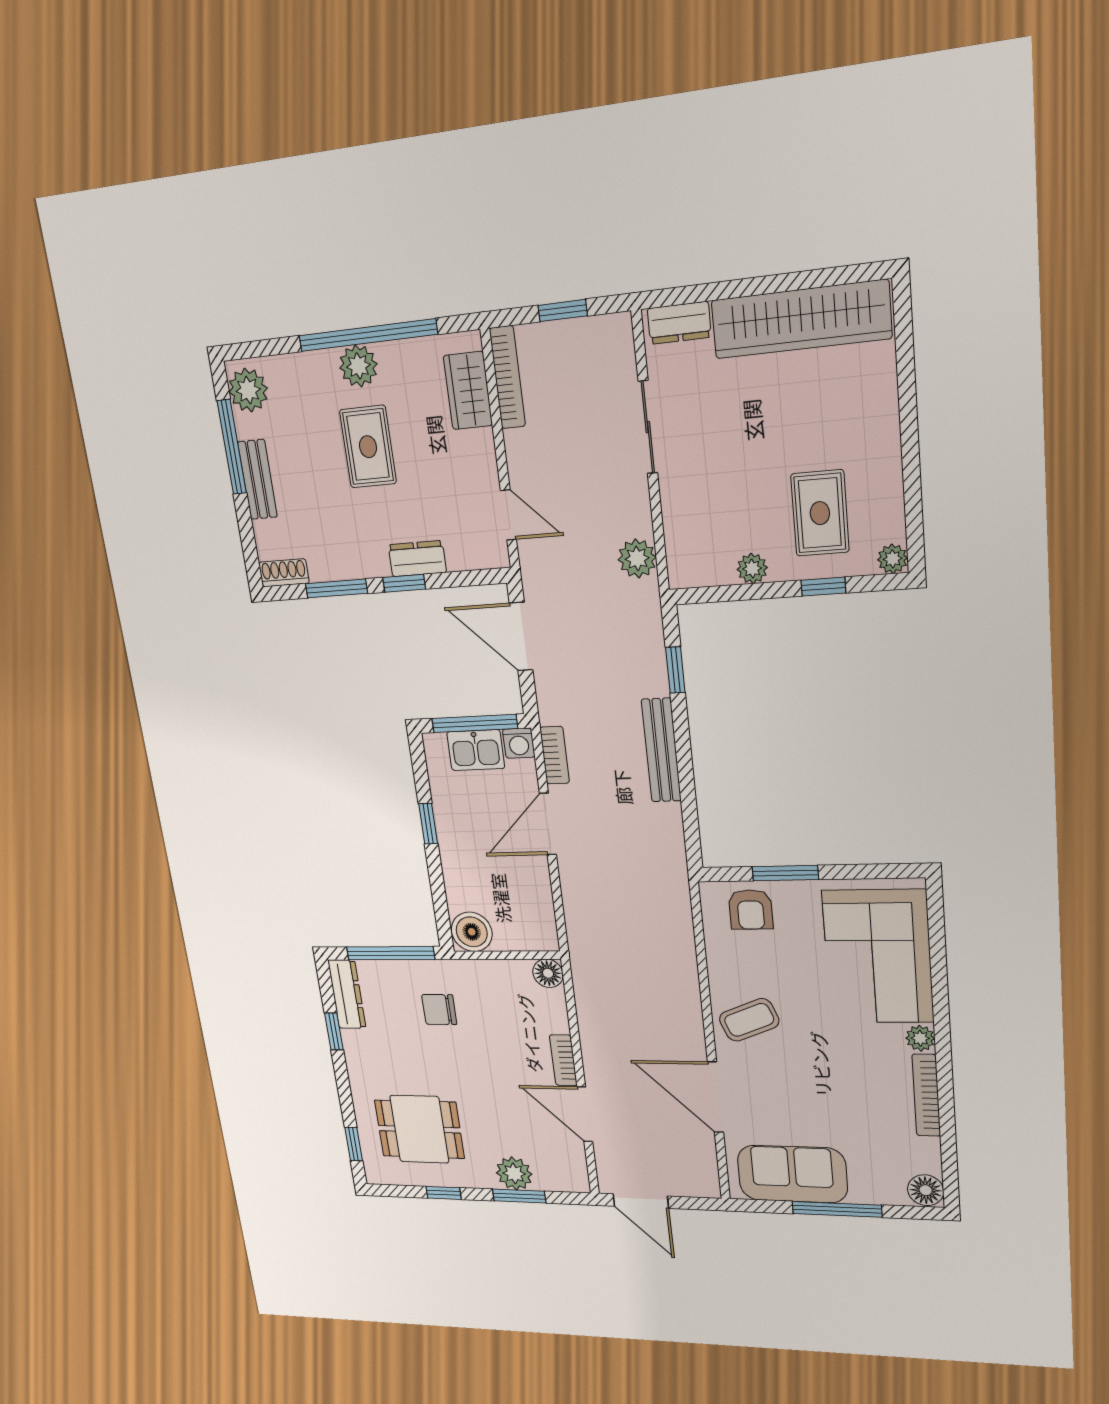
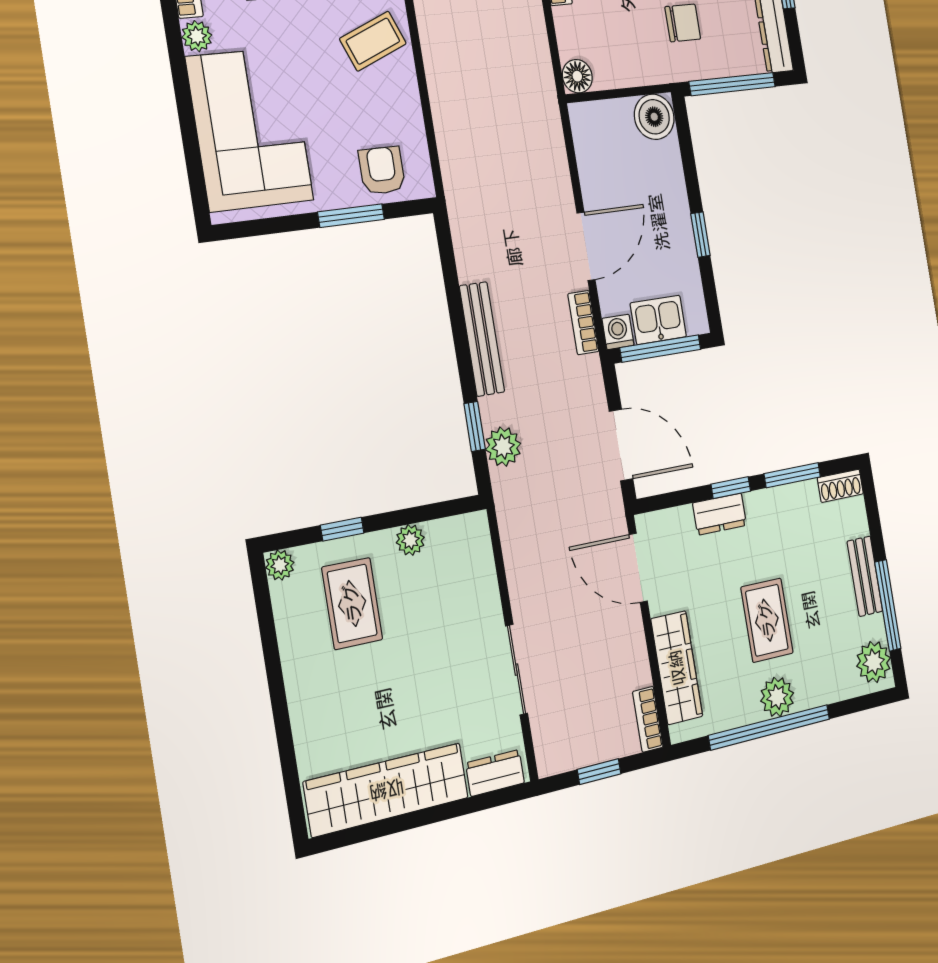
bookcase: (507, 377) -> (648, 719), width x0.64
wardrobe: (468, 391) -> (677, 668), width x1.50
door: (508, 515) -> (638, 568), width x1.38
plant: (637, 558) -> (503, 447), moved

